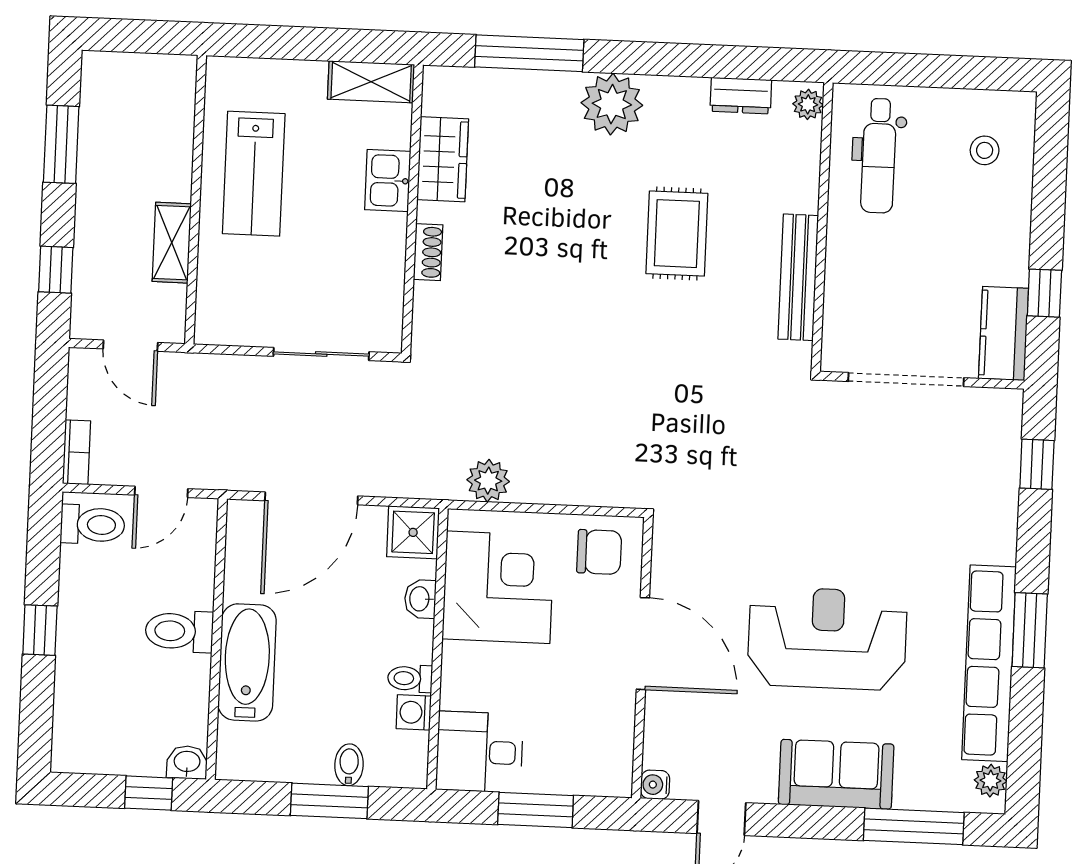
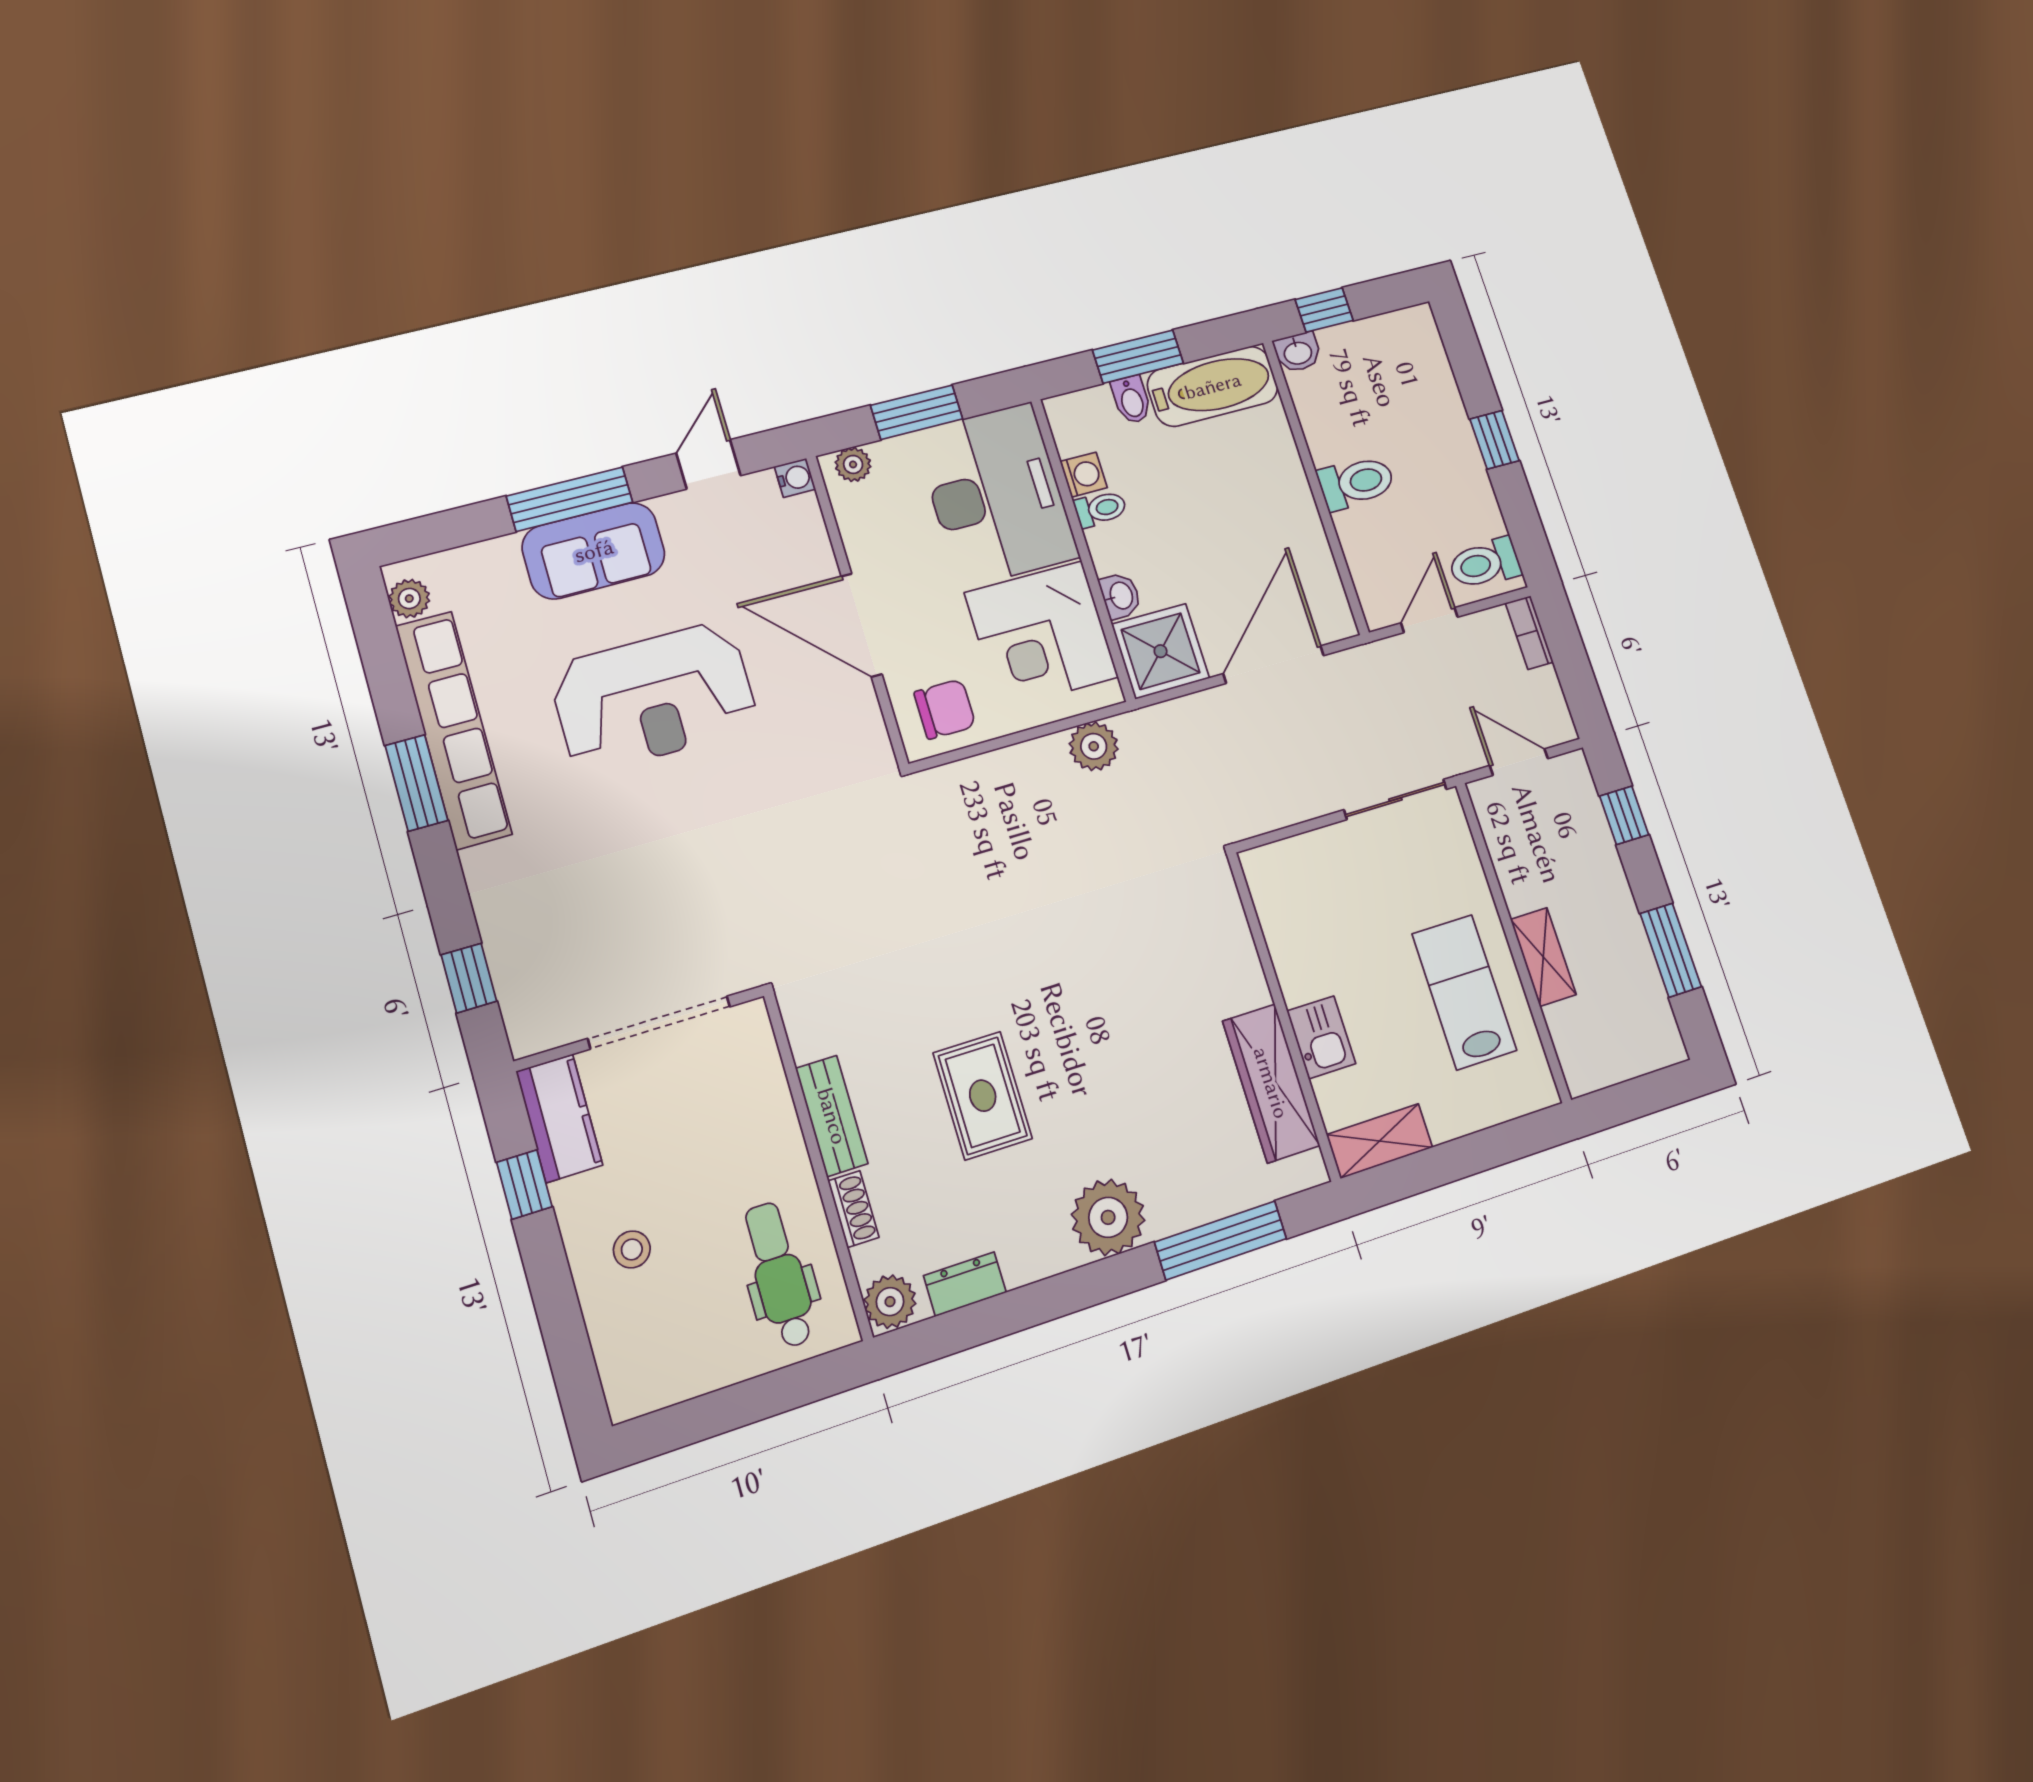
plant: (808, 104) -> (890, 1302), width x1.38, depth x1.38
stool: (985, 150) -> (632, 1249), moved
wardrobe: (443, 159) -> (1271, 1083), width x1.50
shelving: (172, 243) -> (1543, 957), moved
shoe rack: (428, 252) -> (853, 1209), moved, turned 180
bench: (798, 277) -> (832, 1116), width x0.73
sliding door: (321, 354) -> (1395, 799), moved
shower: (413, 532) -> (1161, 651), width x1.36, depth x1.36
chair: (599, 552) -> (945, 709), turned 180
bathtub: (247, 662) -> (1213, 386), moved, turned -90
desk: (479, 752) -> (996, 495), width x1.87, depth x1.30
plant: (604, 781) -> (853, 464), added
window: (914, 826) -> (570, 499), moved

